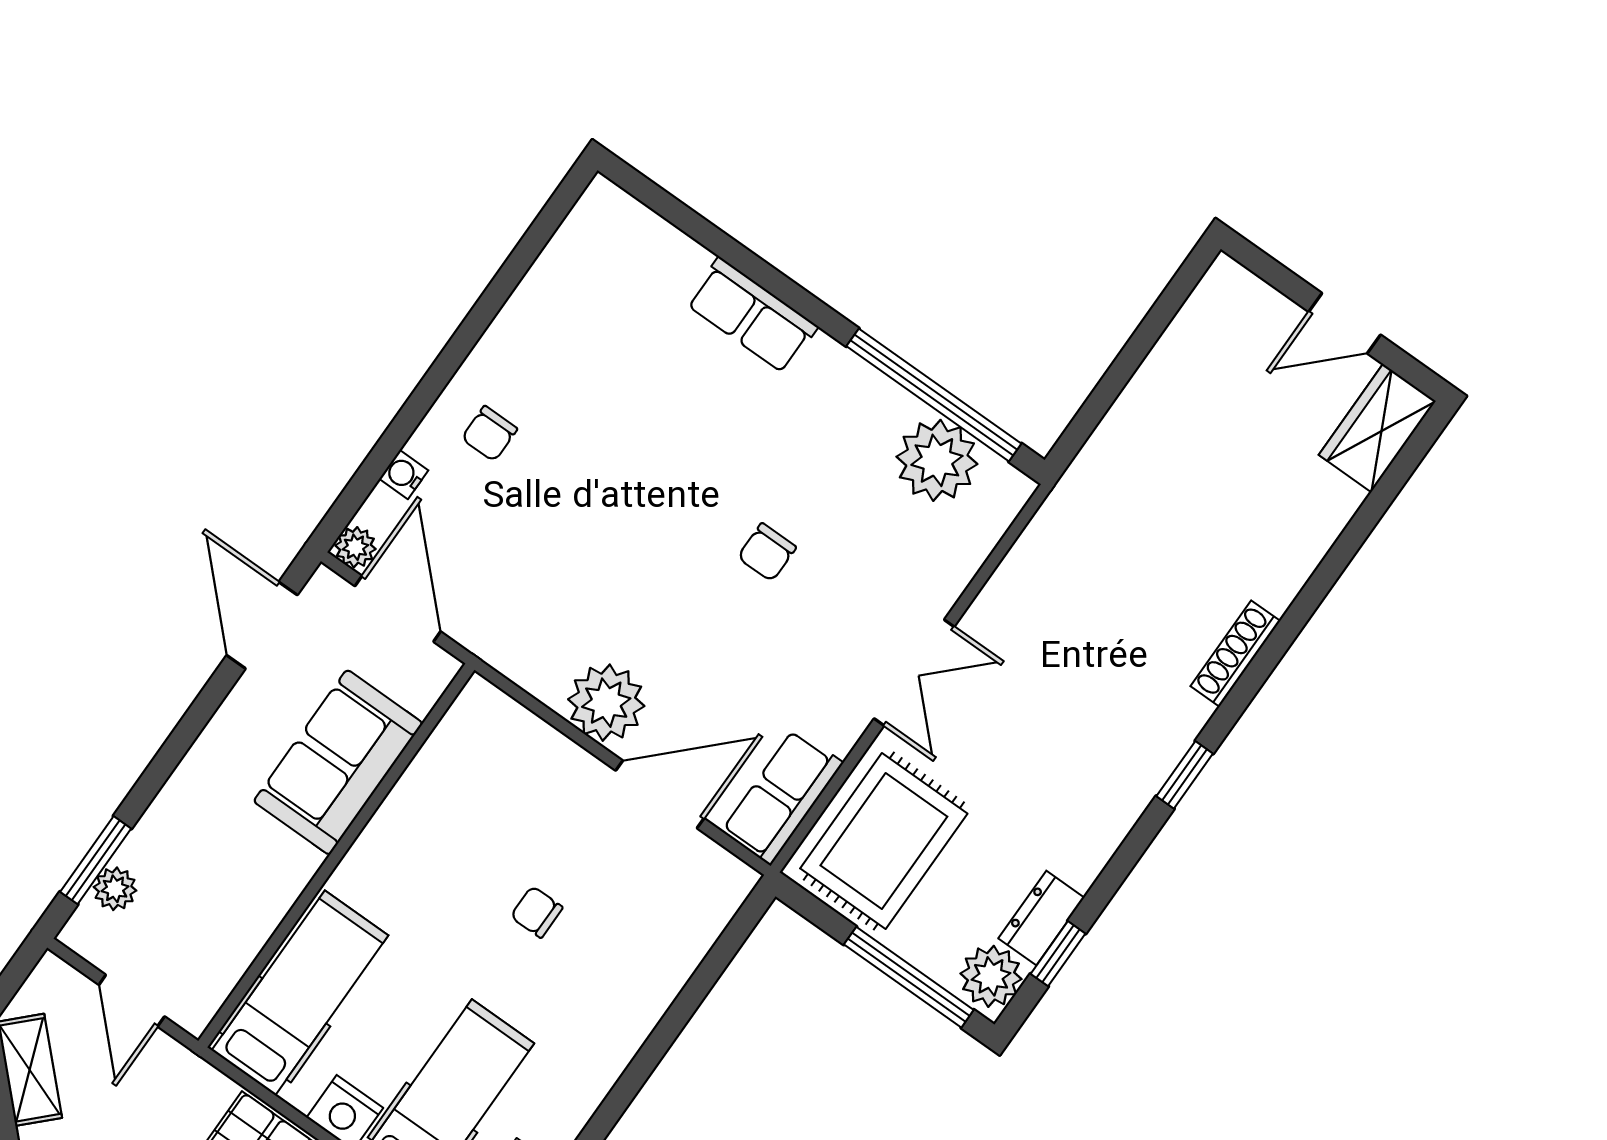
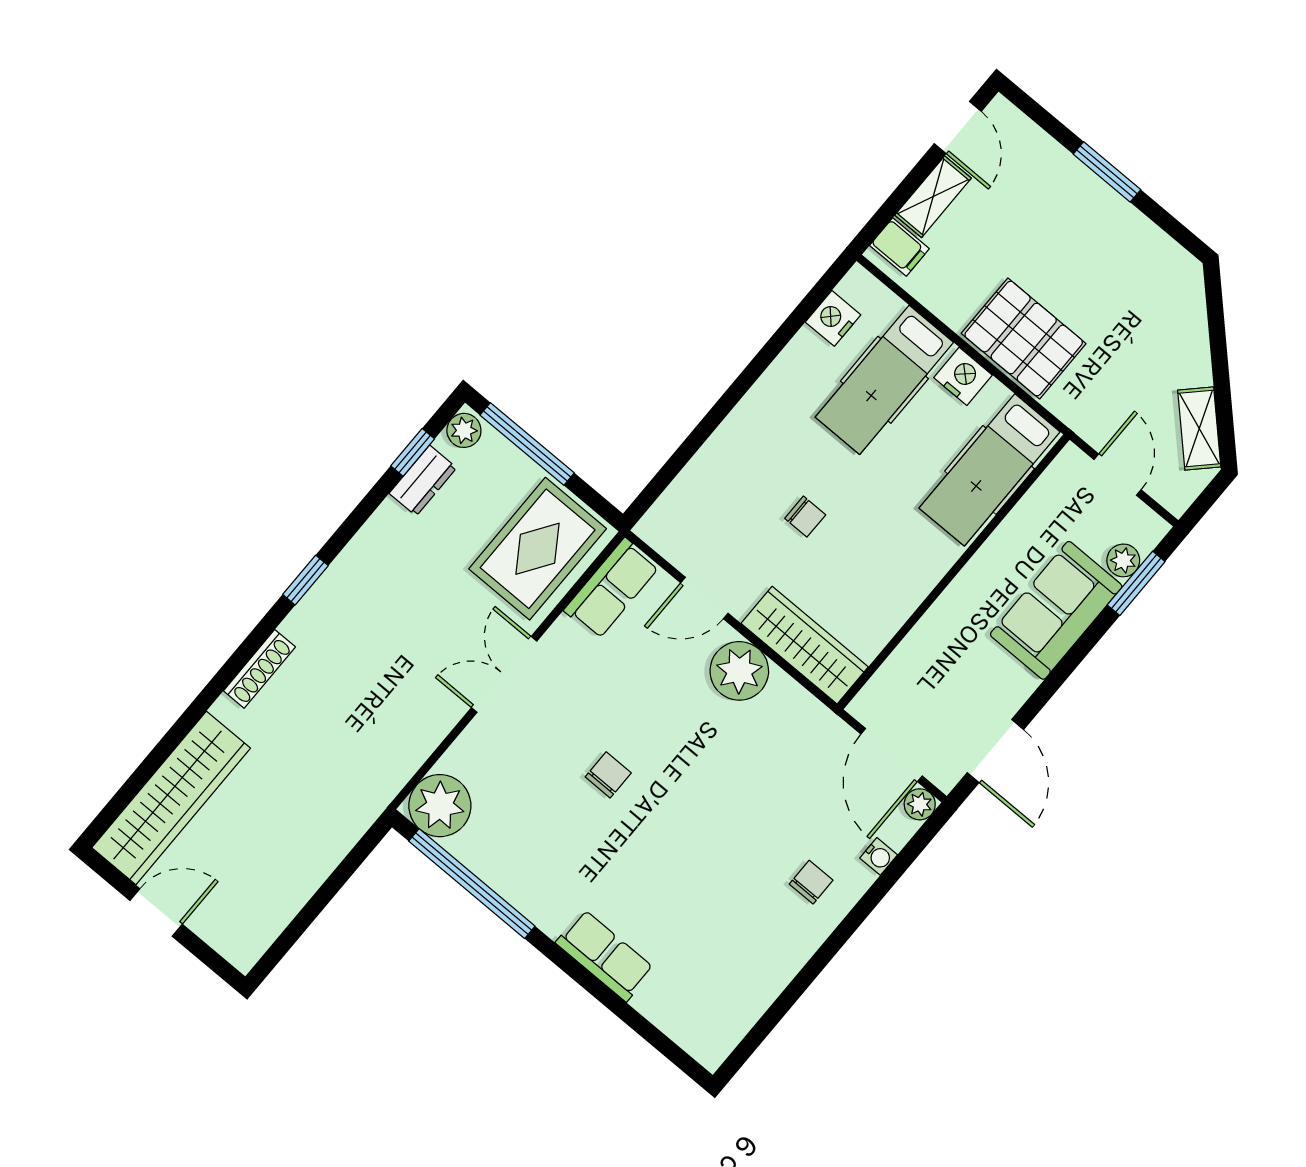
wardrobe: (1377, 428) -> (171, 798), width x2.10, depth x1.17
plant: (937, 460) -> (440, 806), moved
wardrobe: (523, 743) -> (805, 645), added
sofa: (338, 762) -> (1056, 610), moved, turned 180
door: (660, 794) -> (704, 598), width x0.73
plant: (991, 976) -> (464, 430), width x0.73, depth x0.73

